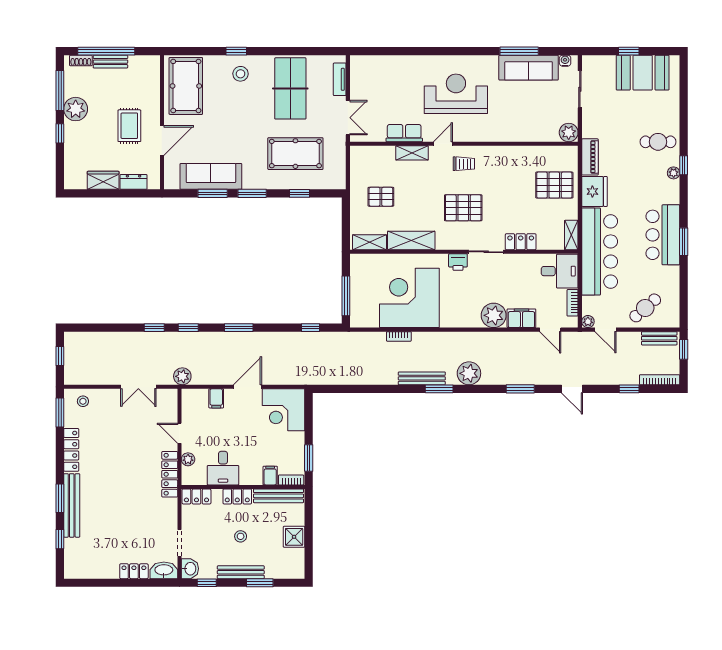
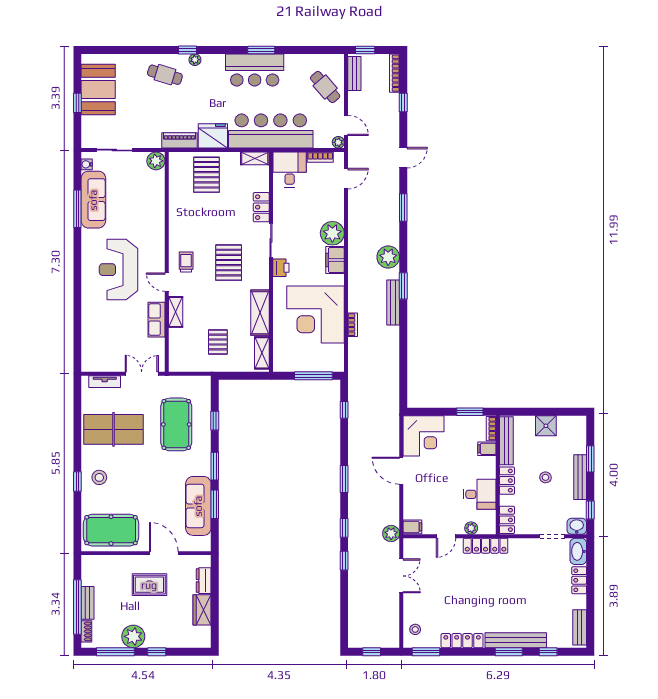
cafe table: (658, 142) -> (165, 75), turned -73
filing cabinet: (521, 318) -> (335, 260), moved
door: (605, 330) -> (346, 125), hinge flipped
filing cabinet: (216, 398) -> (412, 527), moved
bench: (85, 572) -> (580, 627), added

